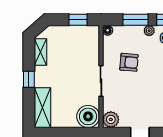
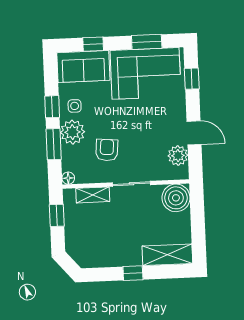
plant: (149, 31) -> (72, 132), width x1.87, depth x1.87
shelving: (41, 52) -> (93, 195), moved
plant: (111, 119) -> (178, 156), moved

